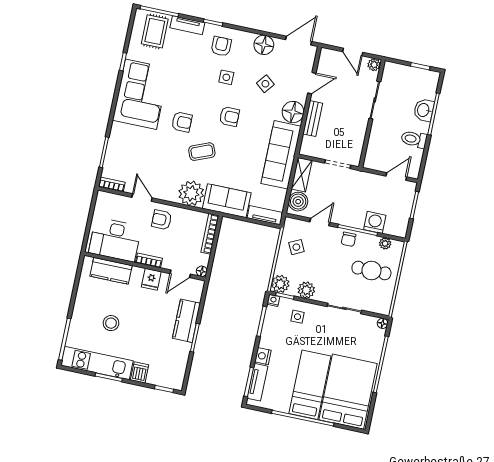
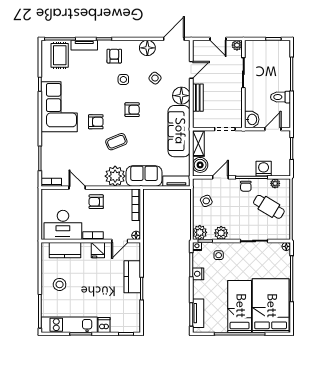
washbasin: (424, 110) -> (252, 119), moved, turned 180
cafe table: (371, 270) -> (269, 207), turned 31
stool: (111, 323) -> (60, 284), moved
nightstand: (263, 356) -> (198, 274), moved

